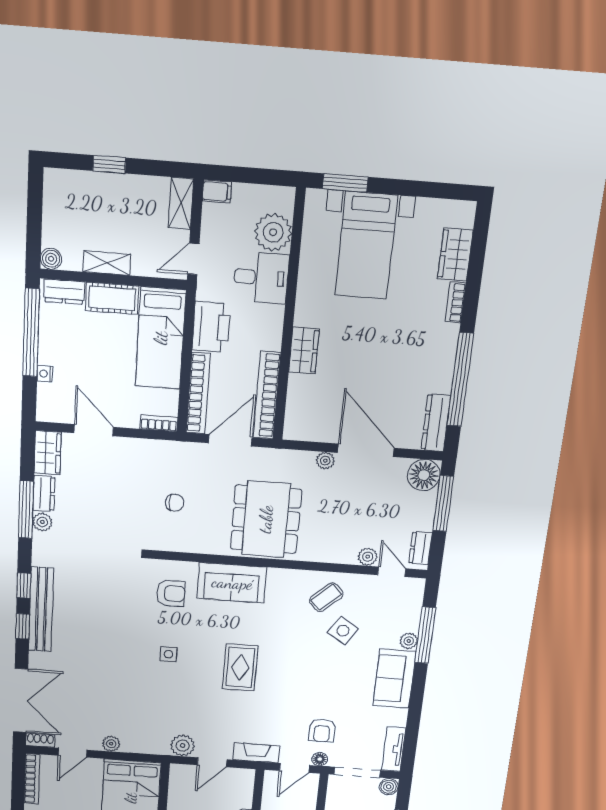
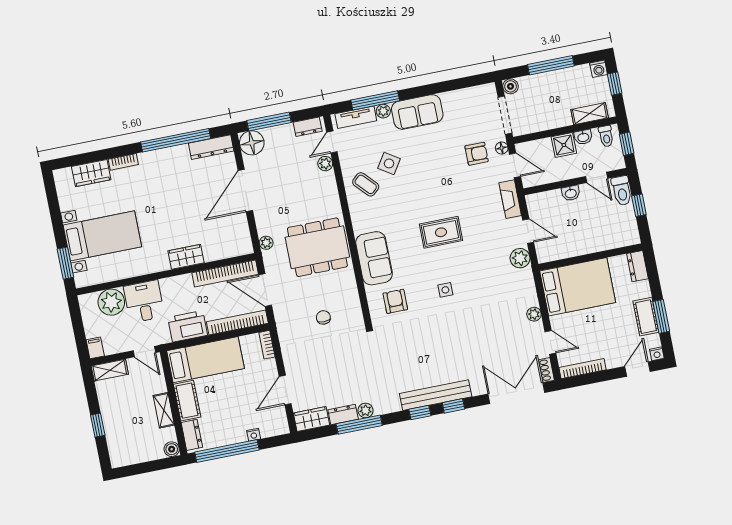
plant: (325, 461) -> (266, 243), moved
tv unit: (394, 749) -> (356, 117), moved

